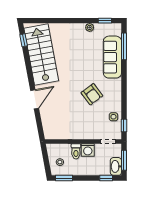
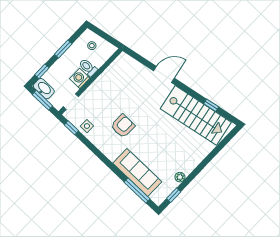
window: (24, 40) -> (211, 105), moved
armchair: (92, 94) -> (123, 126), turned 128
door: (35, 99) -> (164, 74), swing flipped
window: (64, 178) -> (63, 49), moved

